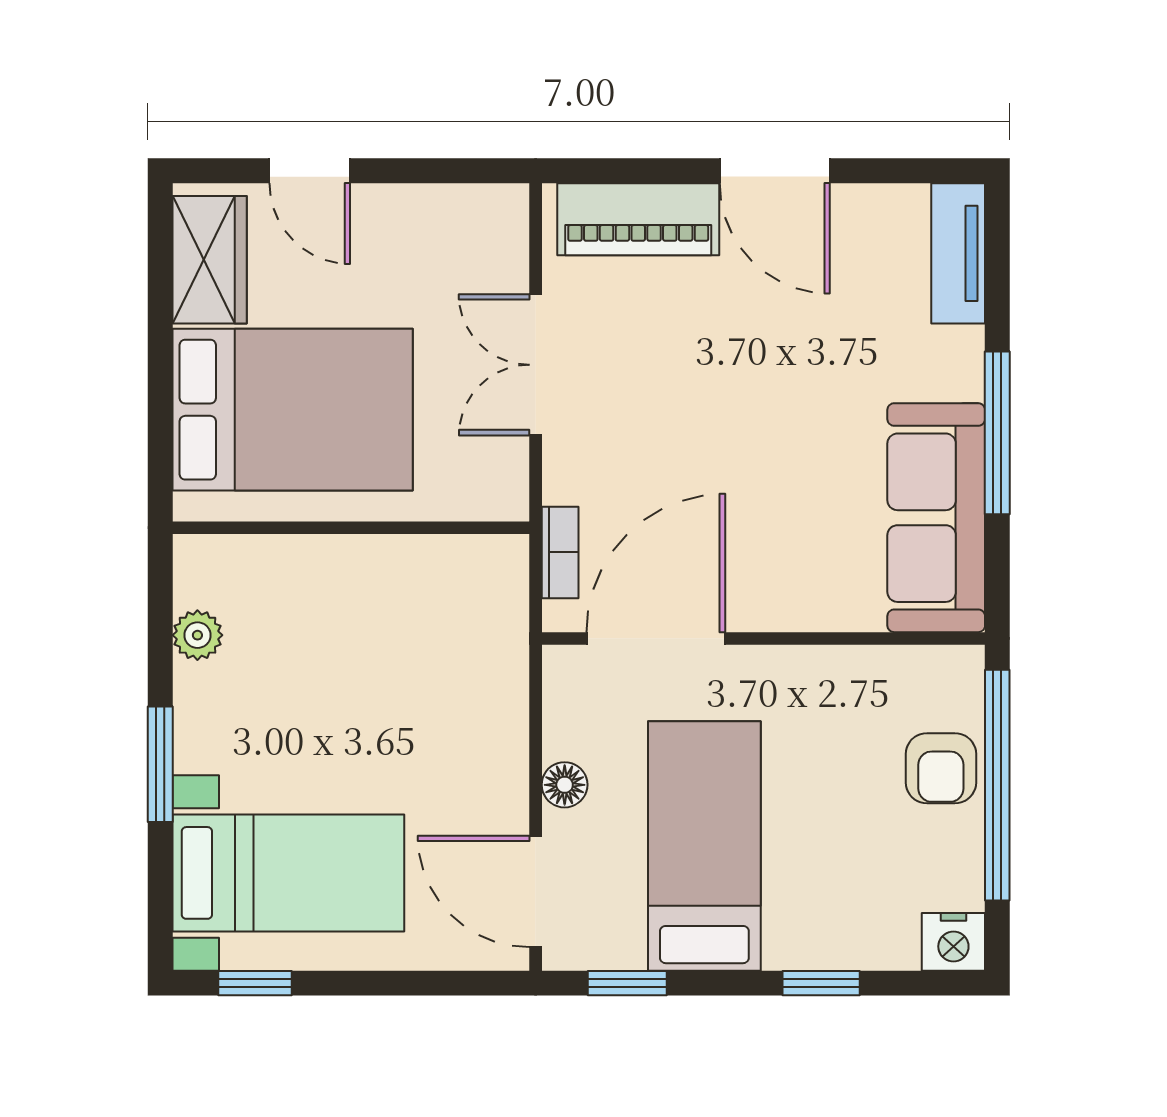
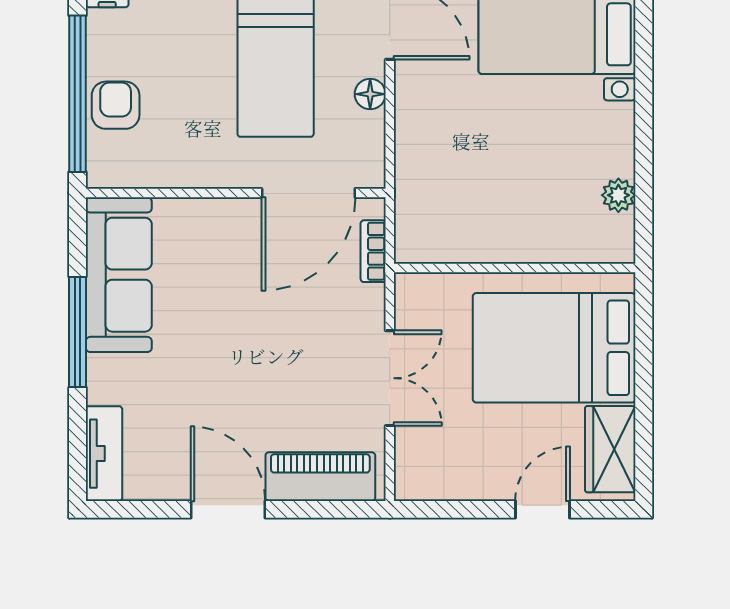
door: (310, 171) -> (543, 509), hinge flipped
window: (160, 764) -> (644, 108), removed

